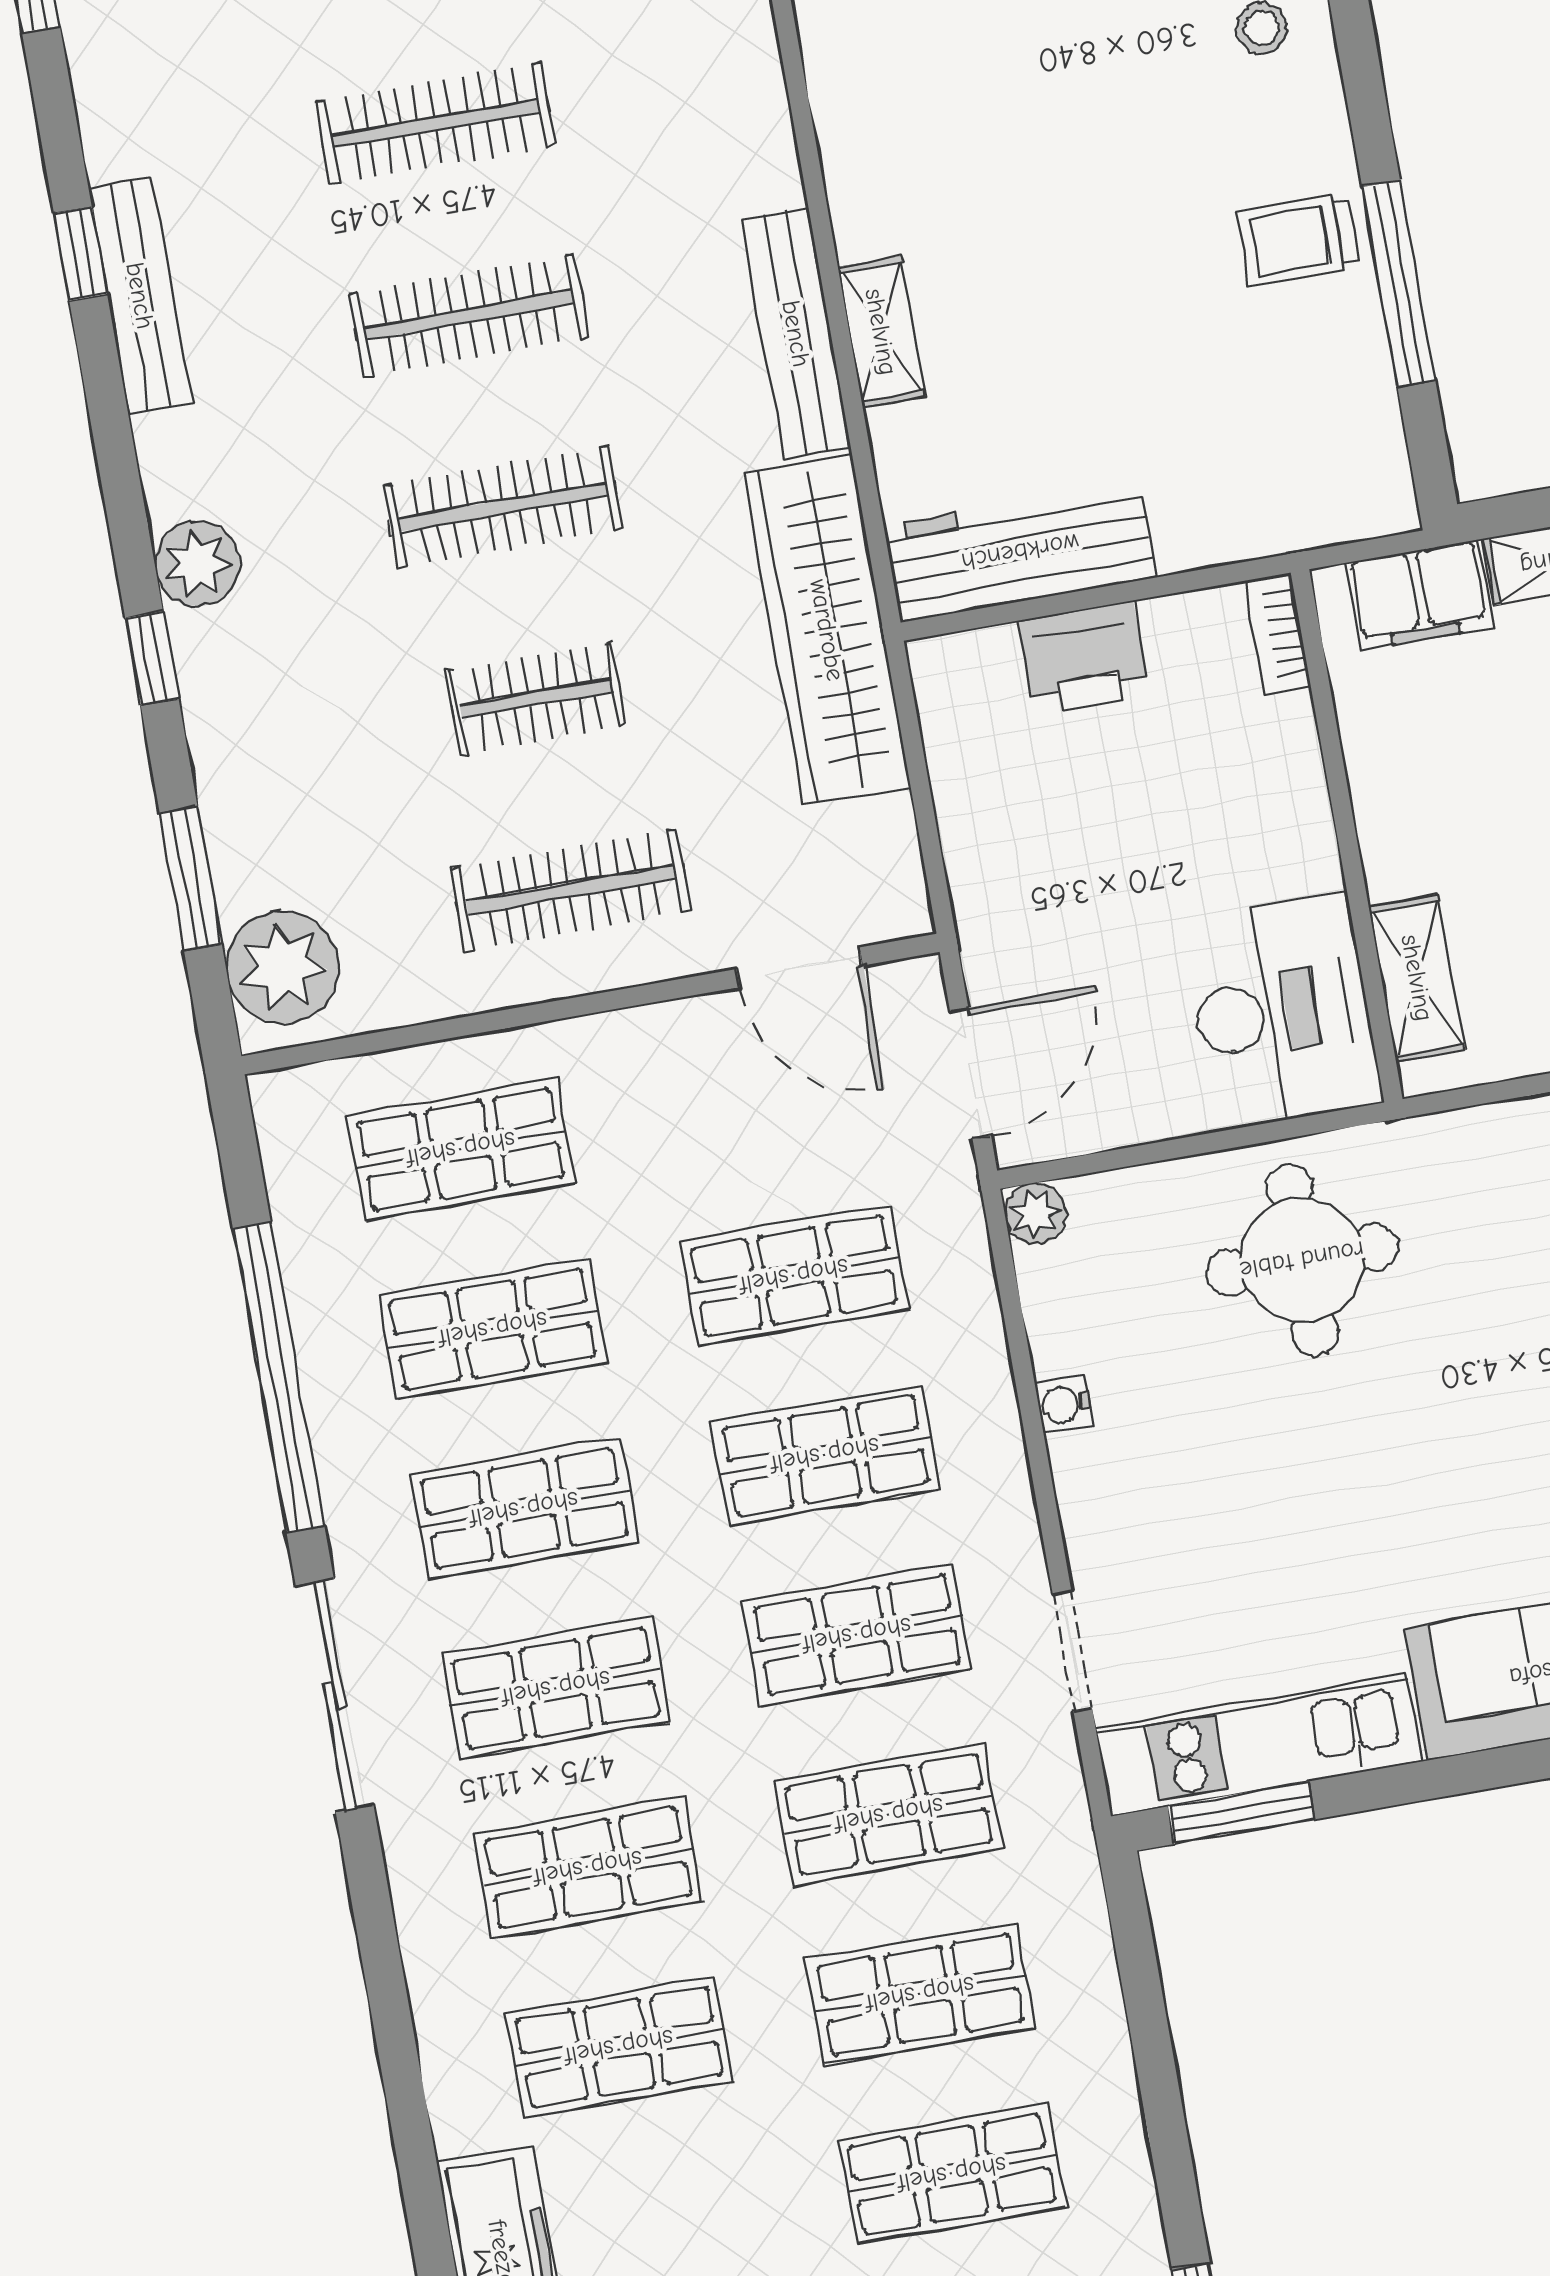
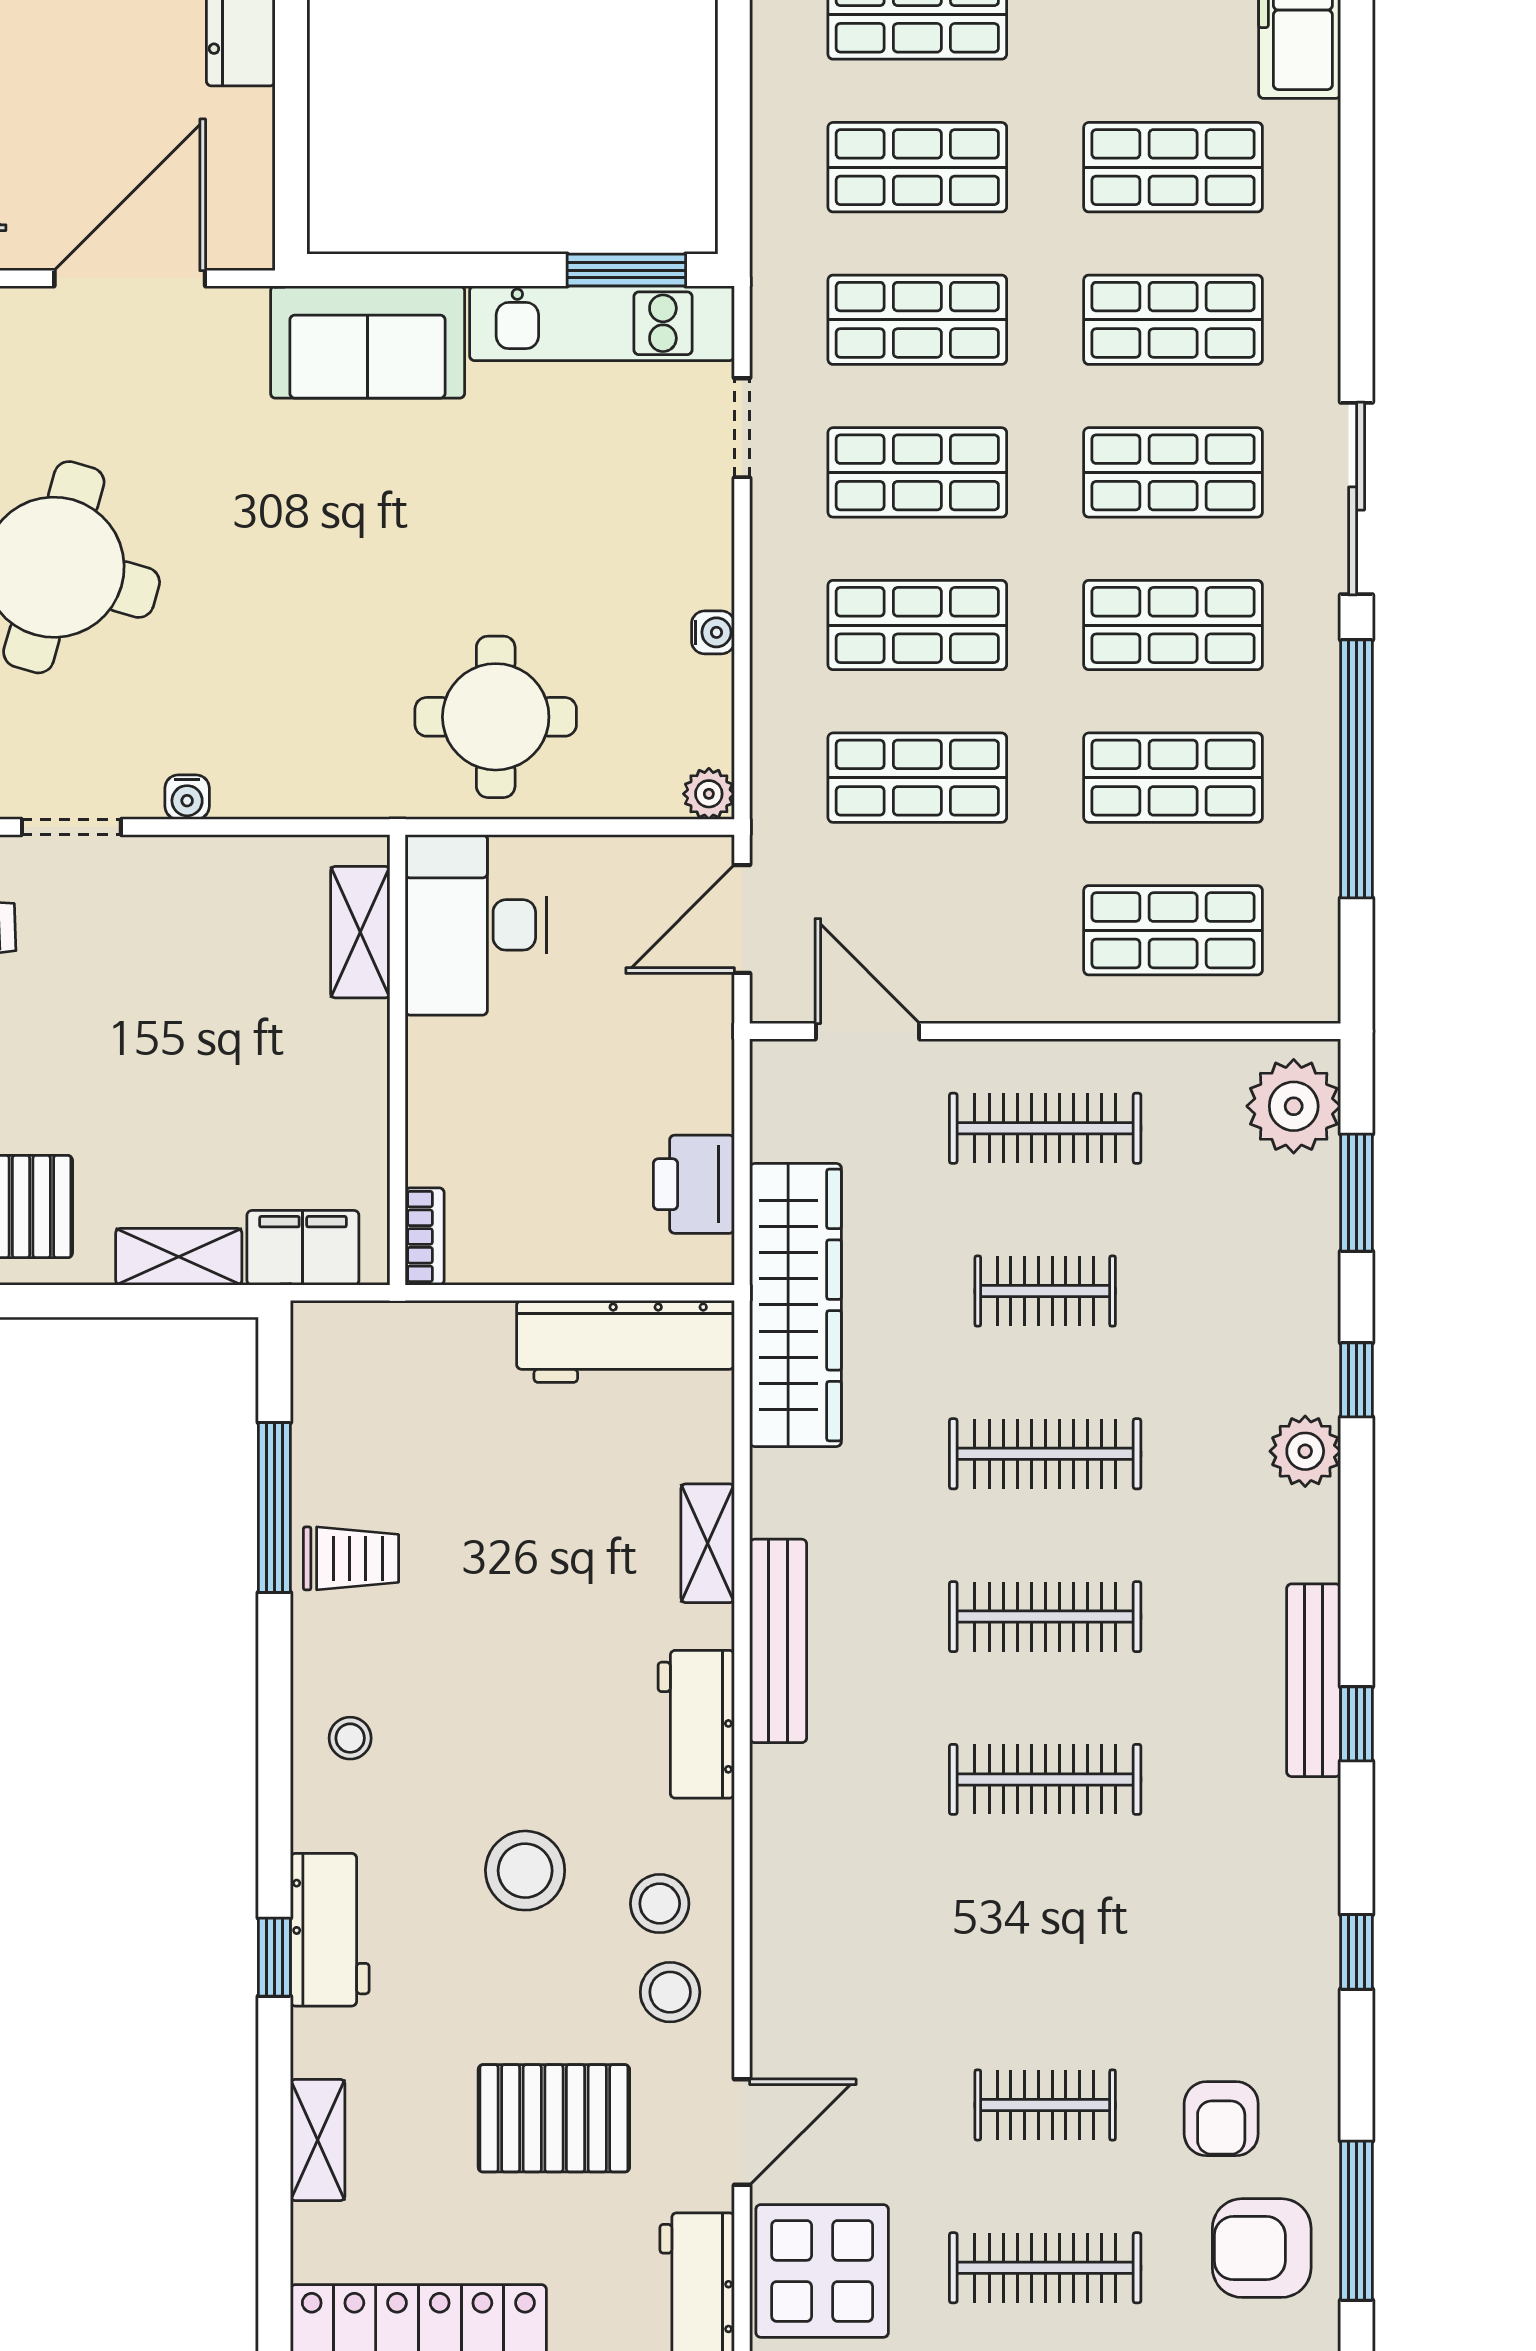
workbench: (857, 116) -> (696, 1724), added
bench: (796, 334) -> (778, 1641), moved
printer: (1084, 658) -> (694, 1184), moved, turned -90

